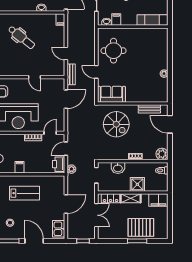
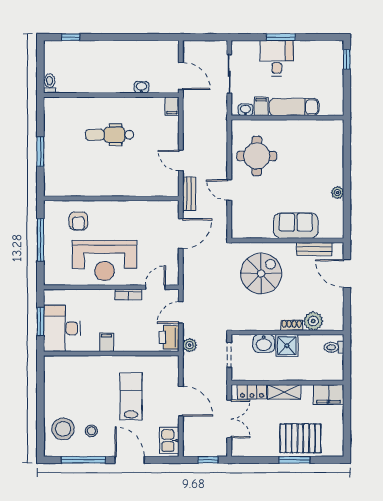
exam couch: (152, 20) -> (294, 107), moved
dental chair: (22, 37) -> (110, 135), turned 141
door: (34, 77) -> (130, 198), removed
sofa: (111, 94) -> (296, 226), moved
spiral stairs: (116, 124) -> (261, 274), turned -90
plant: (162, 154) -> (313, 321), moved
shower: (137, 184) -> (287, 346), moved
lab bench: (25, 193) -> (131, 396), moved, turned -90
door: (66, 204) -> (181, 401), hinge flipped

